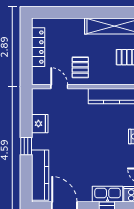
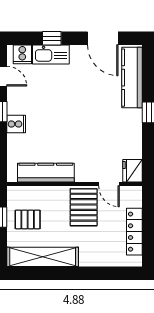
pallet: (80, 67) -> (84, 207), width x1.50, depth x1.42
fridge: (40, 124) -> (133, 171), moved

